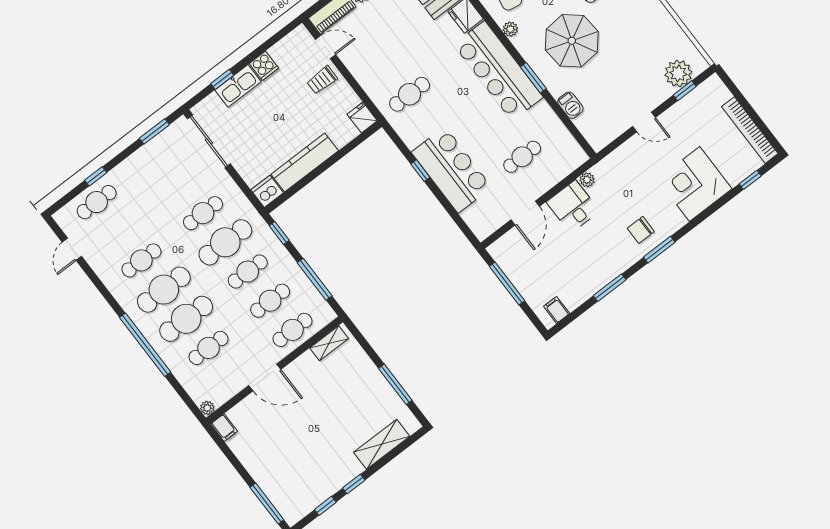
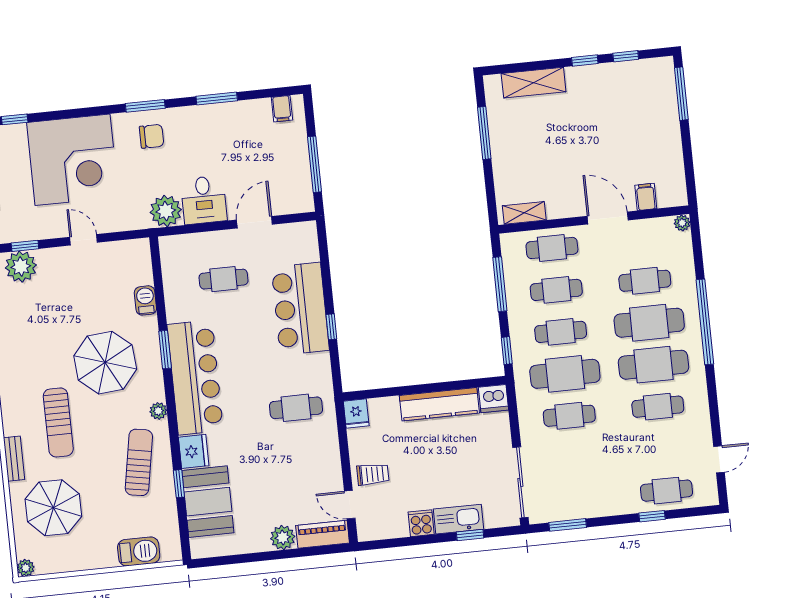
plant: (587, 180) -> (166, 211), width x1.88, depth x1.88
corner desk: (695, 184) -> (73, 160), width x1.36, depth x1.36
filing cabinet: (224, 428) -> (646, 197), moved

